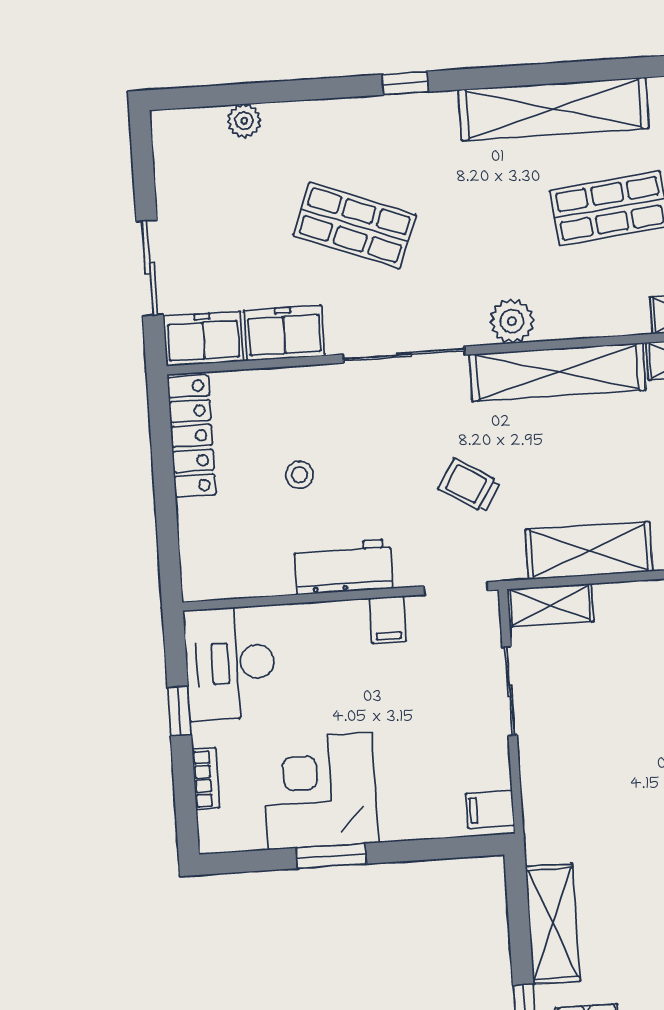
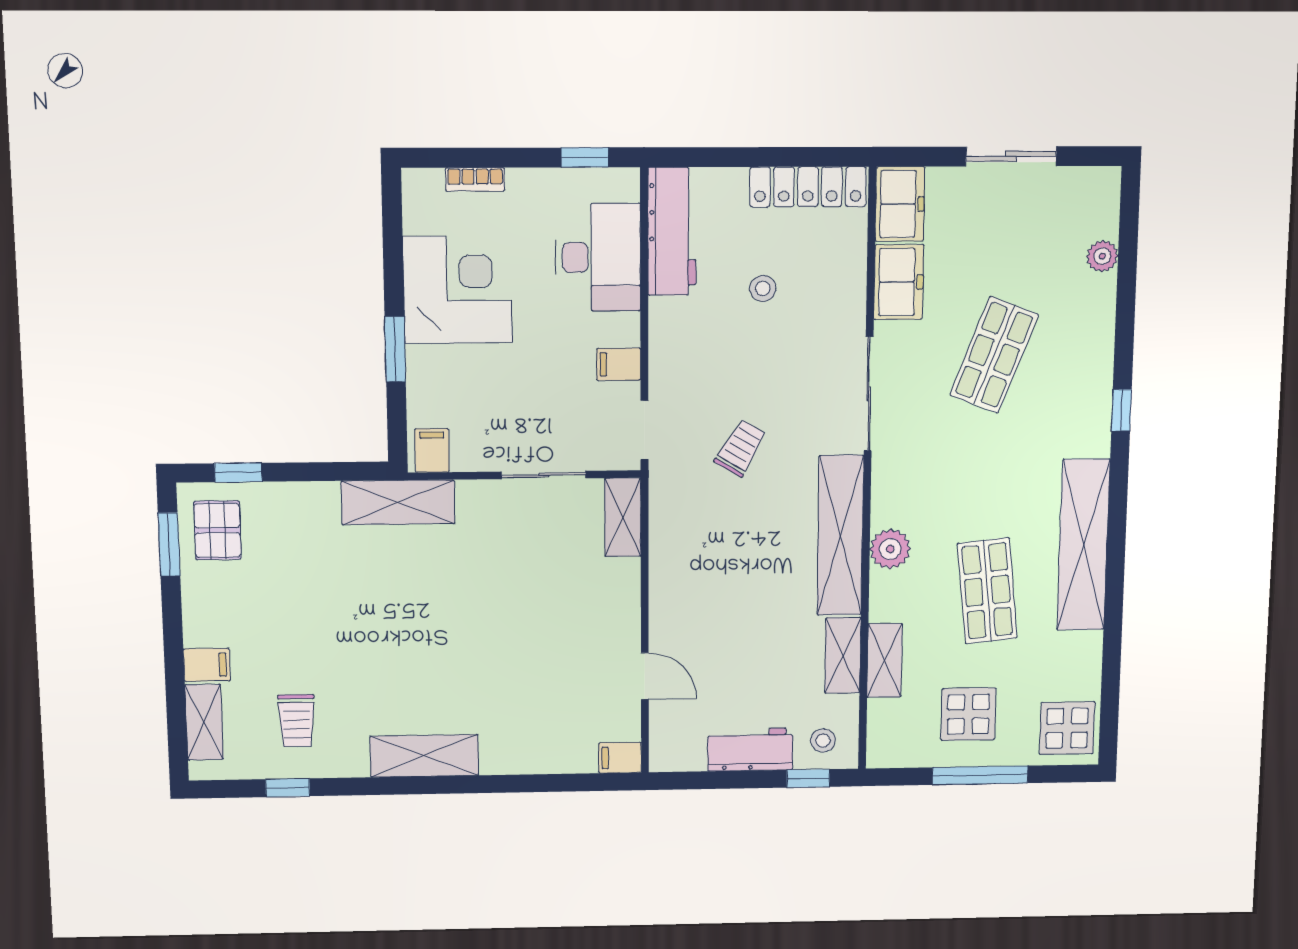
sliding door: (150, 268) -> (1011, 156), moved
plant: (512, 321) -> (890, 549), moved
shelving: (589, 550) -> (672, 556), removed
workbench: (343, 567) -> (672, 231), moved, width x1.38
desk: (230, 663) -> (598, 257), moved, turned 90
window: (179, 711) -> (585, 157), moved
window: (331, 856) -> (395, 349), moved
shelving: (553, 924) -> (398, 502), moved

